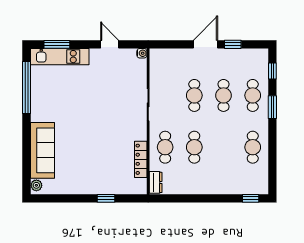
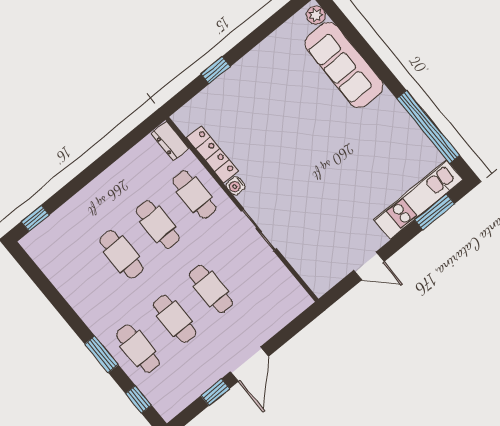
water cooler: (142, 53) -> (236, 186), moved
cafe table: (253, 147) -> (121, 254), moved

